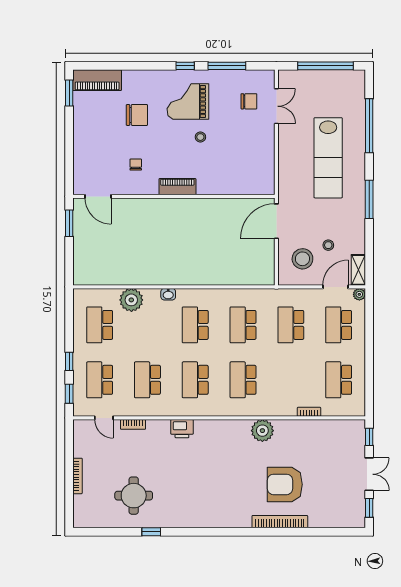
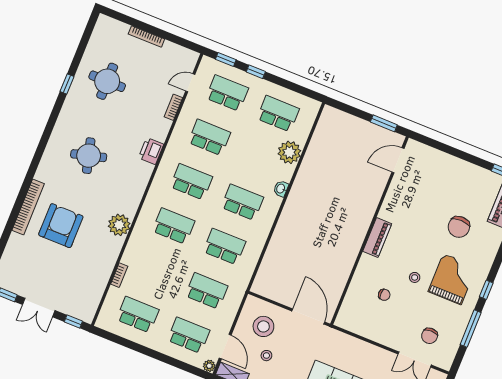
chair: (136, 164) -> (384, 295), moved
round table: (210, 485) -> (89, 156), added

